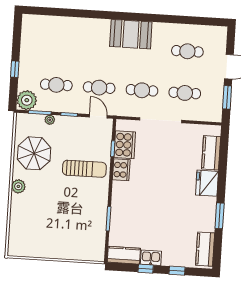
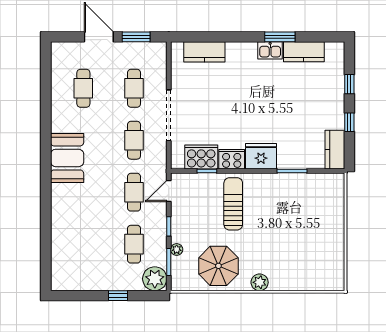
fridge: (207, 183) -> (261, 156), moved, turned 180
kitchen counter: (205, 249) -> (304, 52), moved
kitchen sink: (151, 258) -> (270, 50), moved, turned -90

